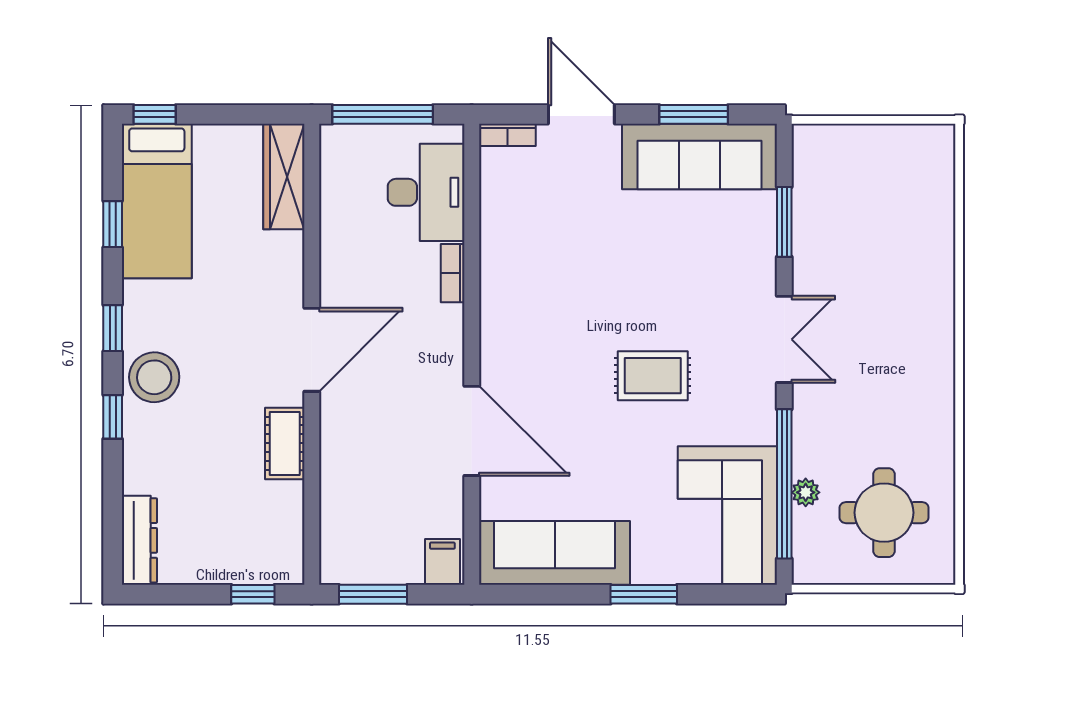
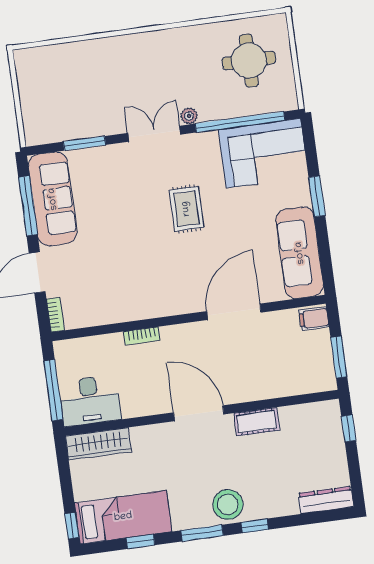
window: (694, 114) -> (28, 206), width x1.44
desk: (426, 192) -> (90, 401), moved, turned 180
window: (113, 328) -> (202, 533), width x1.50
plant: (806, 492) -> (189, 116), moved

